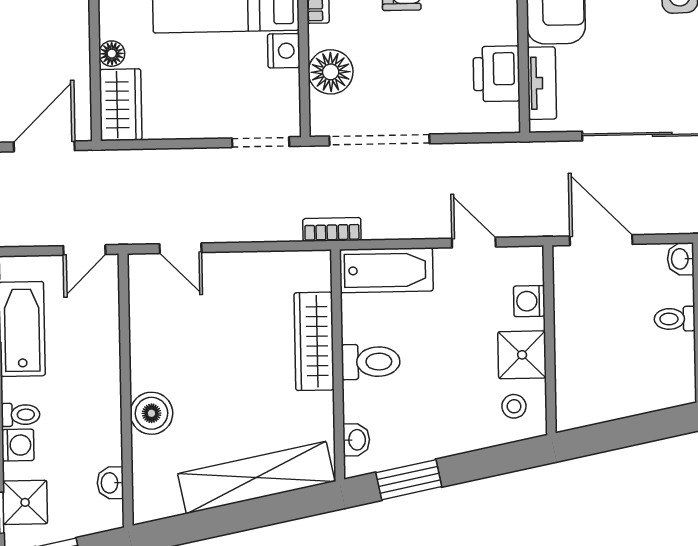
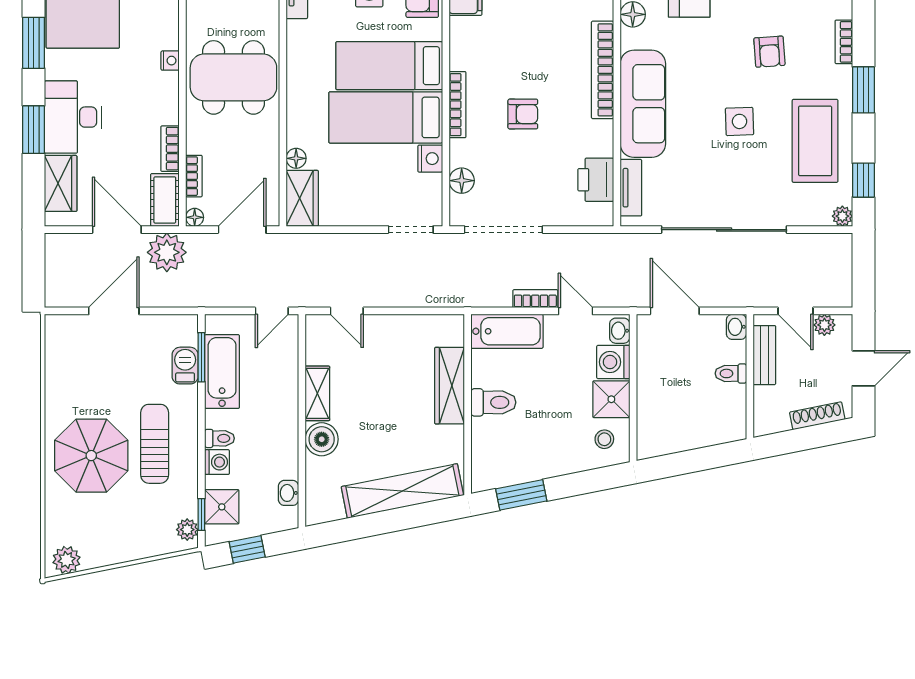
floor lamp: (331, 72) -> (462, 181), width x0.73, depth x0.73
bookcase: (332, 230) -> (535, 299), moved
washing machine: (529, 301) -> (613, 362), width x1.38, depth x1.38
shelving: (145, 355) -> (317, 393), added
washbasin: (356, 440) -> (620, 331), moved, turned 180

